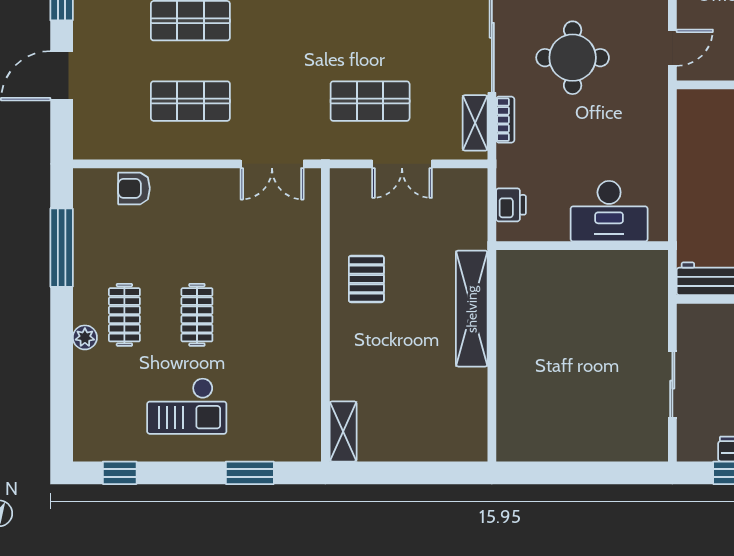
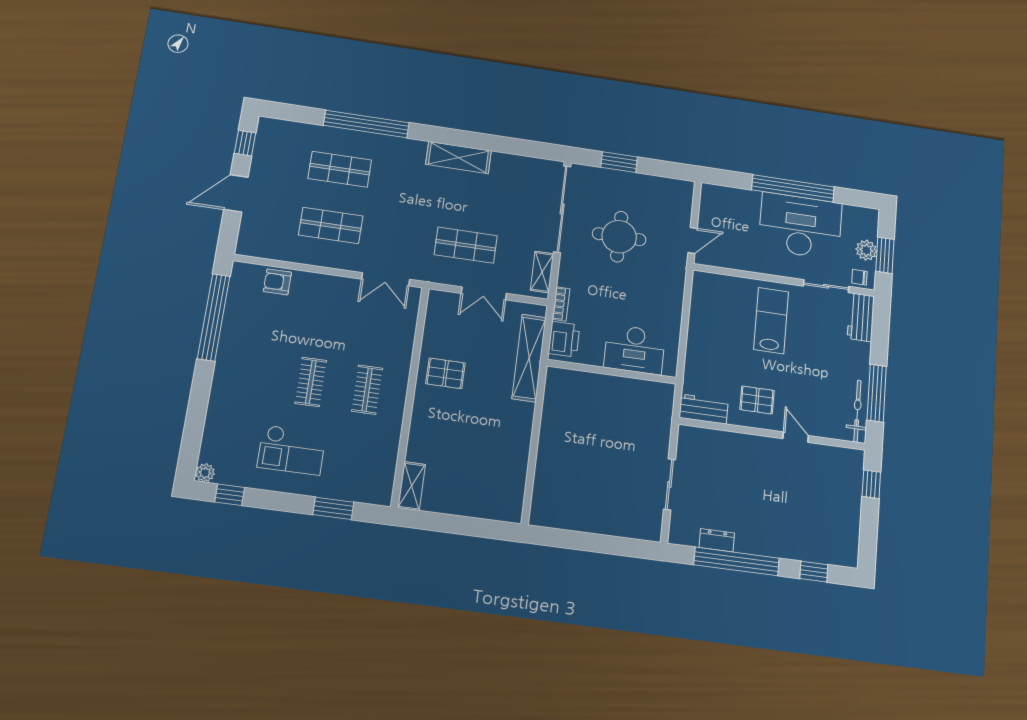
bookcase: (505, 120) -> (561, 304), moved
printer: (511, 205) -> (564, 339), width x1.36, depth x1.24
window: (62, 248) -> (214, 317), width x1.46
pallet: (366, 279) -> (445, 373), turned 90
shelving: (472, 309) -> (529, 358), moved
clothes rail: (124, 315) -> (367, 390), moved
plant: (85, 337) -> (205, 473), moved

